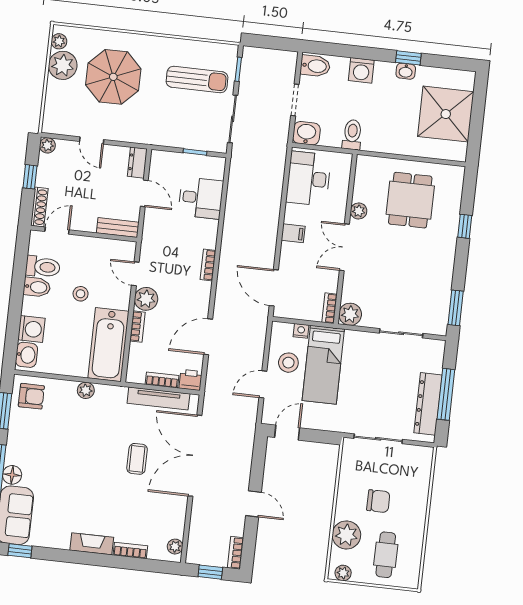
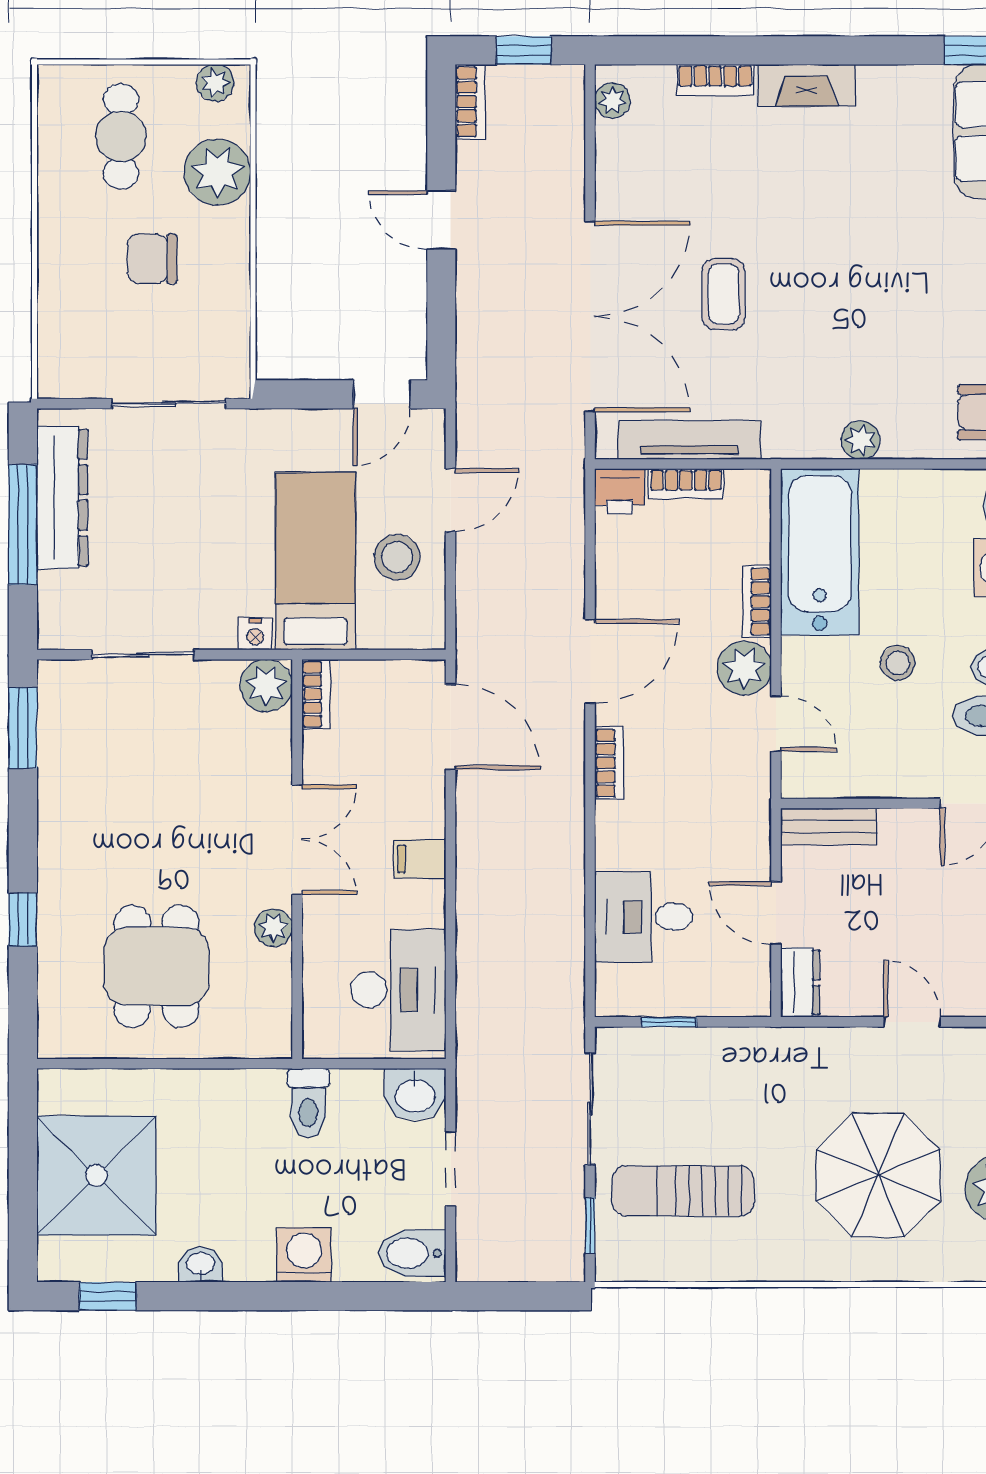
window: (408, 58) -> (108, 1296), moved
nightstand: (301, 331) -> (255, 634), moved
door: (208, 337) -> (590, 661), moved

